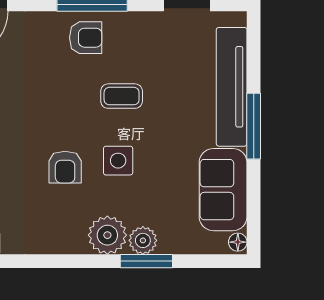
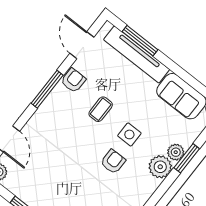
armchair: (86, 38) -> (73, 80), moved
window: (254, 126) -> (140, 41), moved
armchair: (65, 167) -> (113, 162), turned -90

